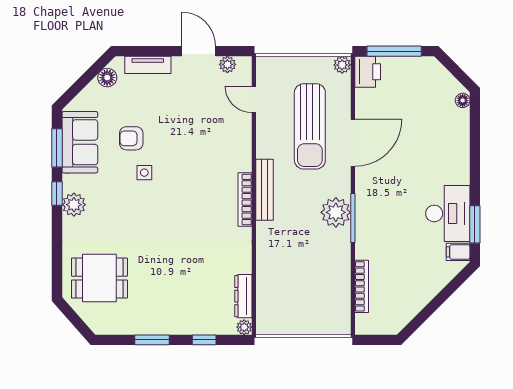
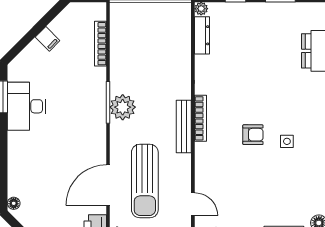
sun lounger: (310, 126) -> (145, 181), turned 180
armchair: (131, 138) -> (253, 135), moved
door: (353, 143) -> (108, 185), moved
filing cabinet: (458, 252) -> (48, 39), moved, turned 45

